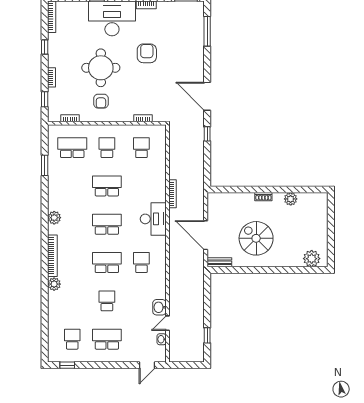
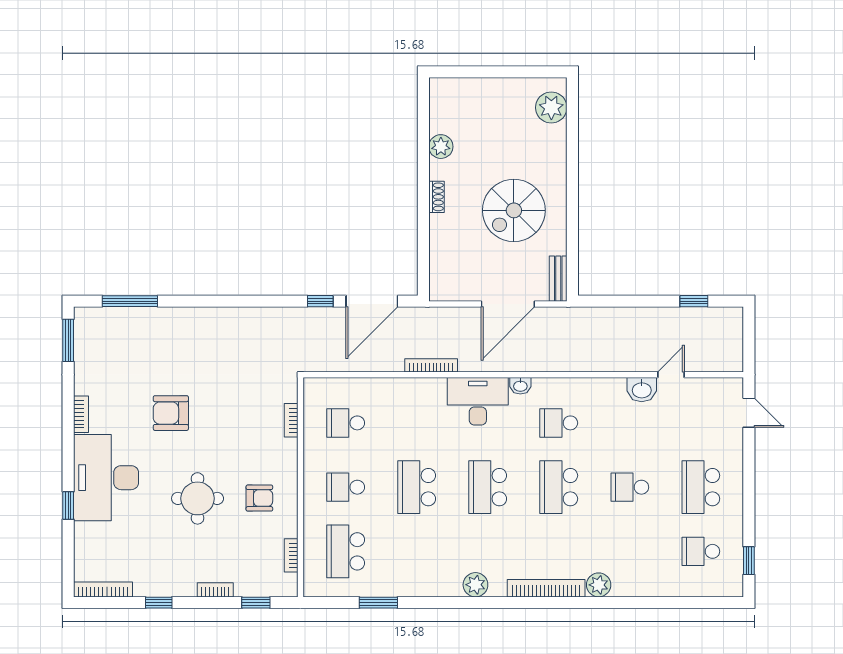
round table: (101, 68) -> (198, 498), width x0.73, depth x0.73
door: (207, 96) -> (372, 301), moved
door: (168, 323) -> (671, 375), swing flipped
washbasin: (162, 339) -> (520, 386), moved

